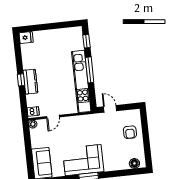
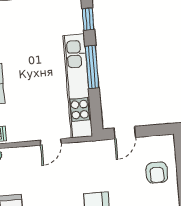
door: (110, 109) -> (125, 133), swing flipped
door: (53, 117) -> (51, 142), moved

